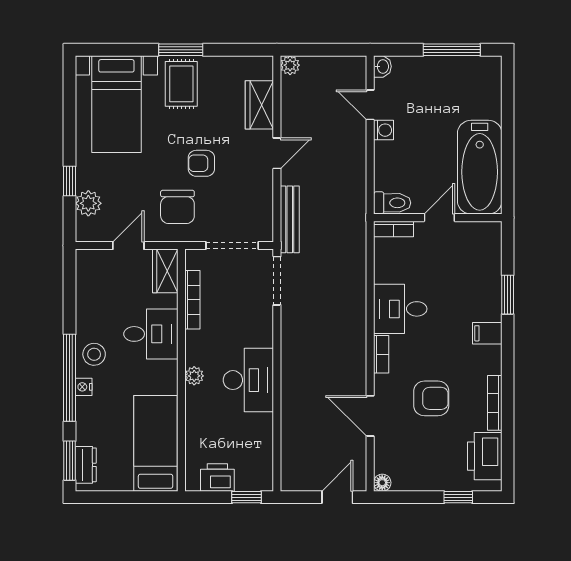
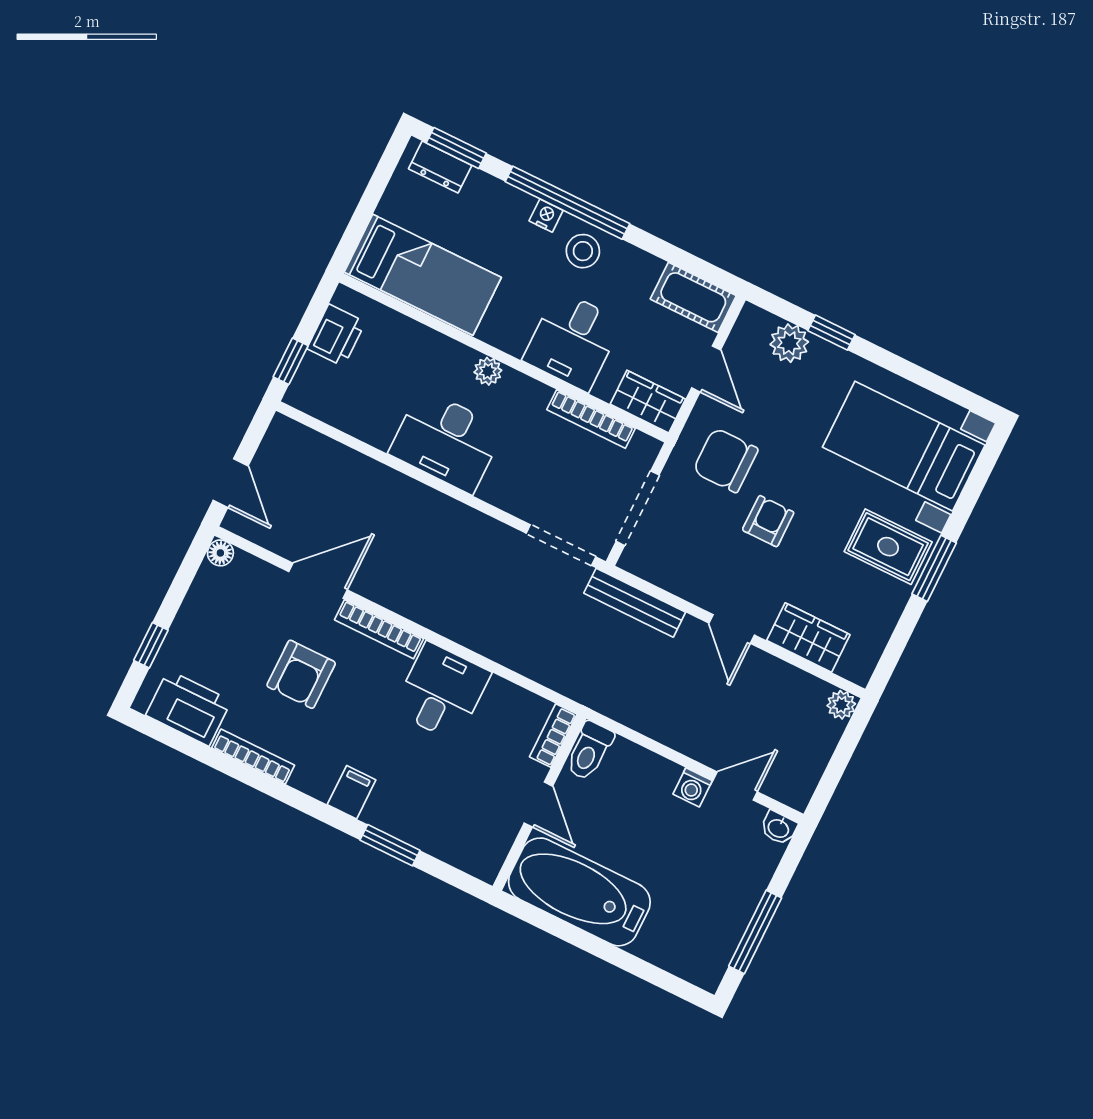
cot: (89, 274) -> (693, 297), added
bookcase: (381, 354) -> (379, 629), width x1.56

